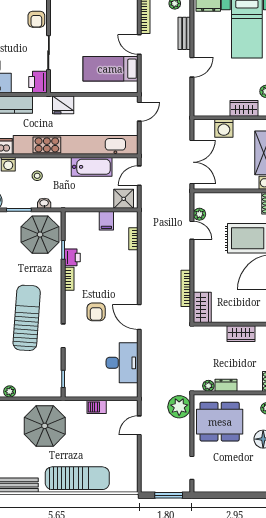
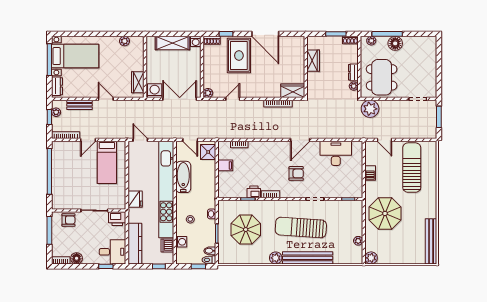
wardrobe: (244, 108) -> (138, 82), moved
washing machine: (224, 128) -> (155, 91), moved, turned -90
plant: (199, 214) -> (208, 93), moved
parasol: (40, 235) -> (246, 230), moved
sun lounger: (77, 478) -> (412, 168), moved

